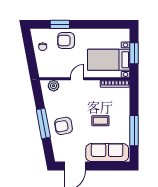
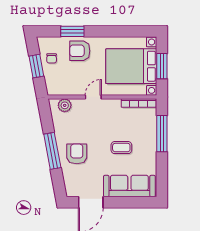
window: (30, 53) -> (36, 66), added
bed with nightstands: (109, 60) -> (131, 66), width x1.36
armchair: (64, 126) -> (77, 154), turned 100
window: (134, 131) -> (162, 134), moved

